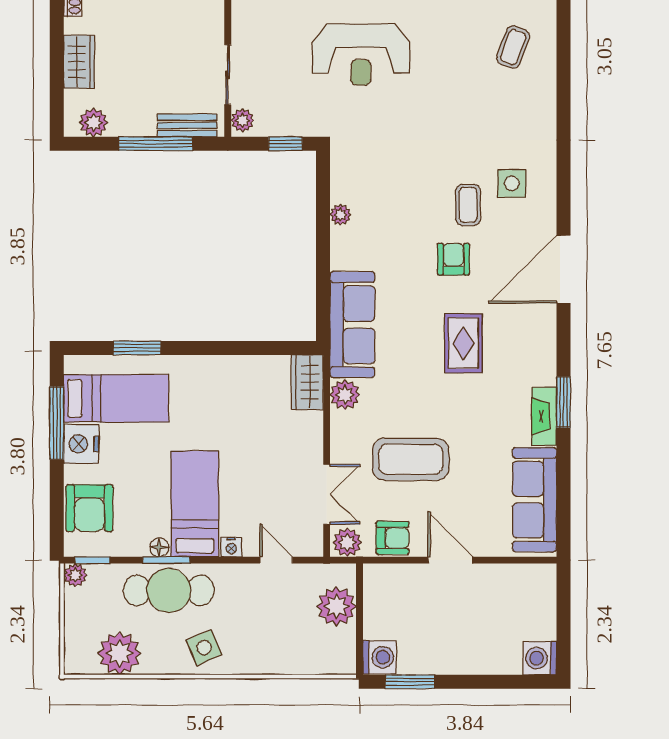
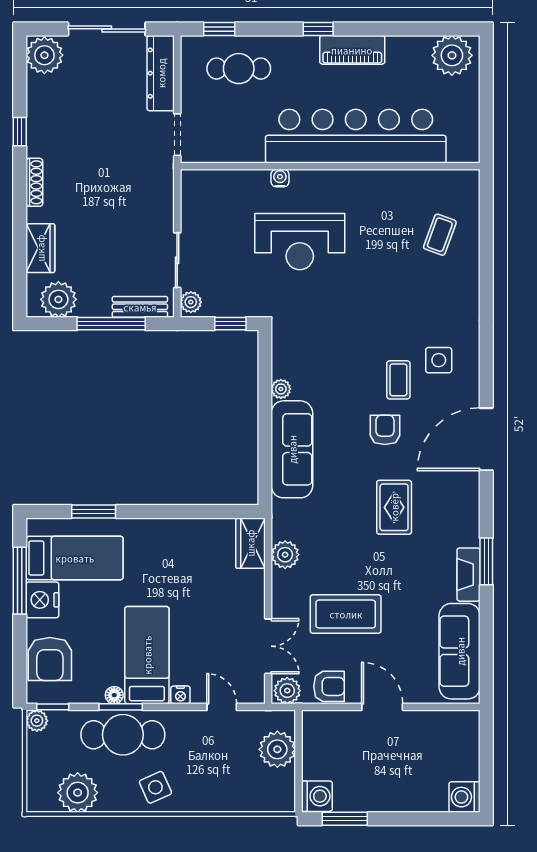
plant: (94, 123) -> (58, 299), width x1.36, depth x1.36
sofa: (352, 325) -> (292, 449), moved

